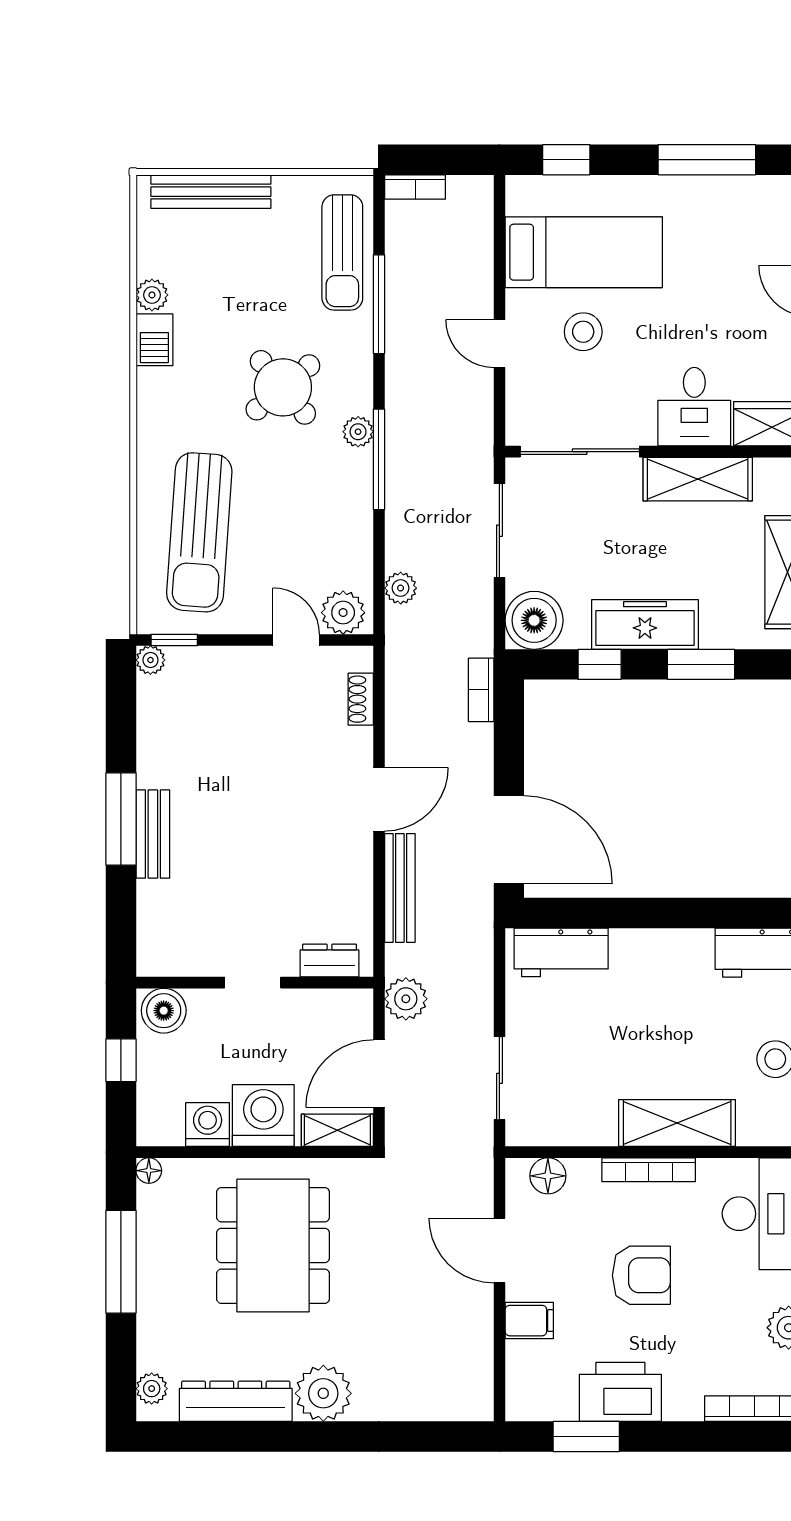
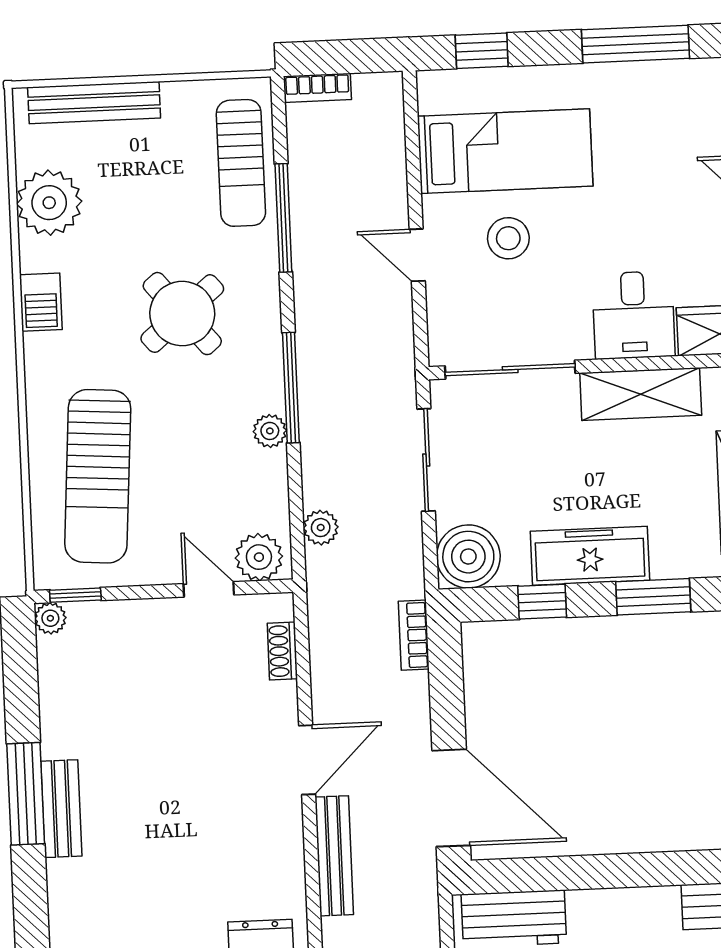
plant: (152, 295) -> (49, 203), width x1.87, depth x1.87
barbecue: (154, 340) -> (41, 302), moved
plant: (358, 432) -> (270, 431), moved

